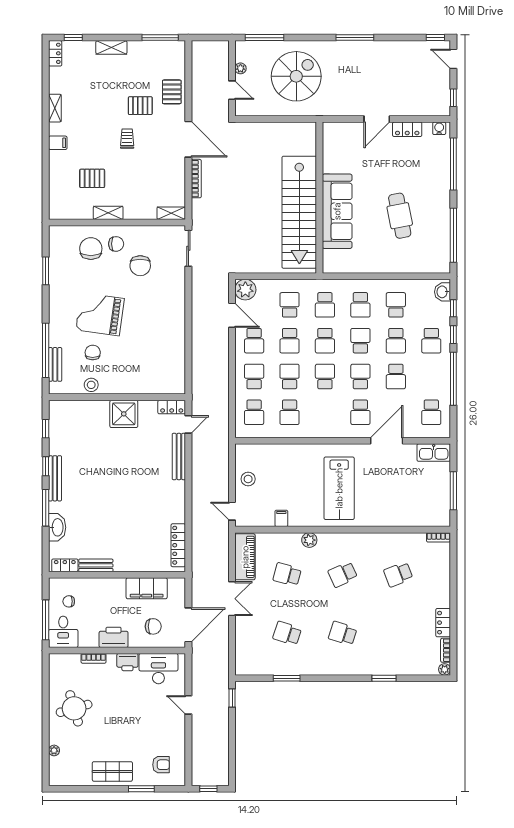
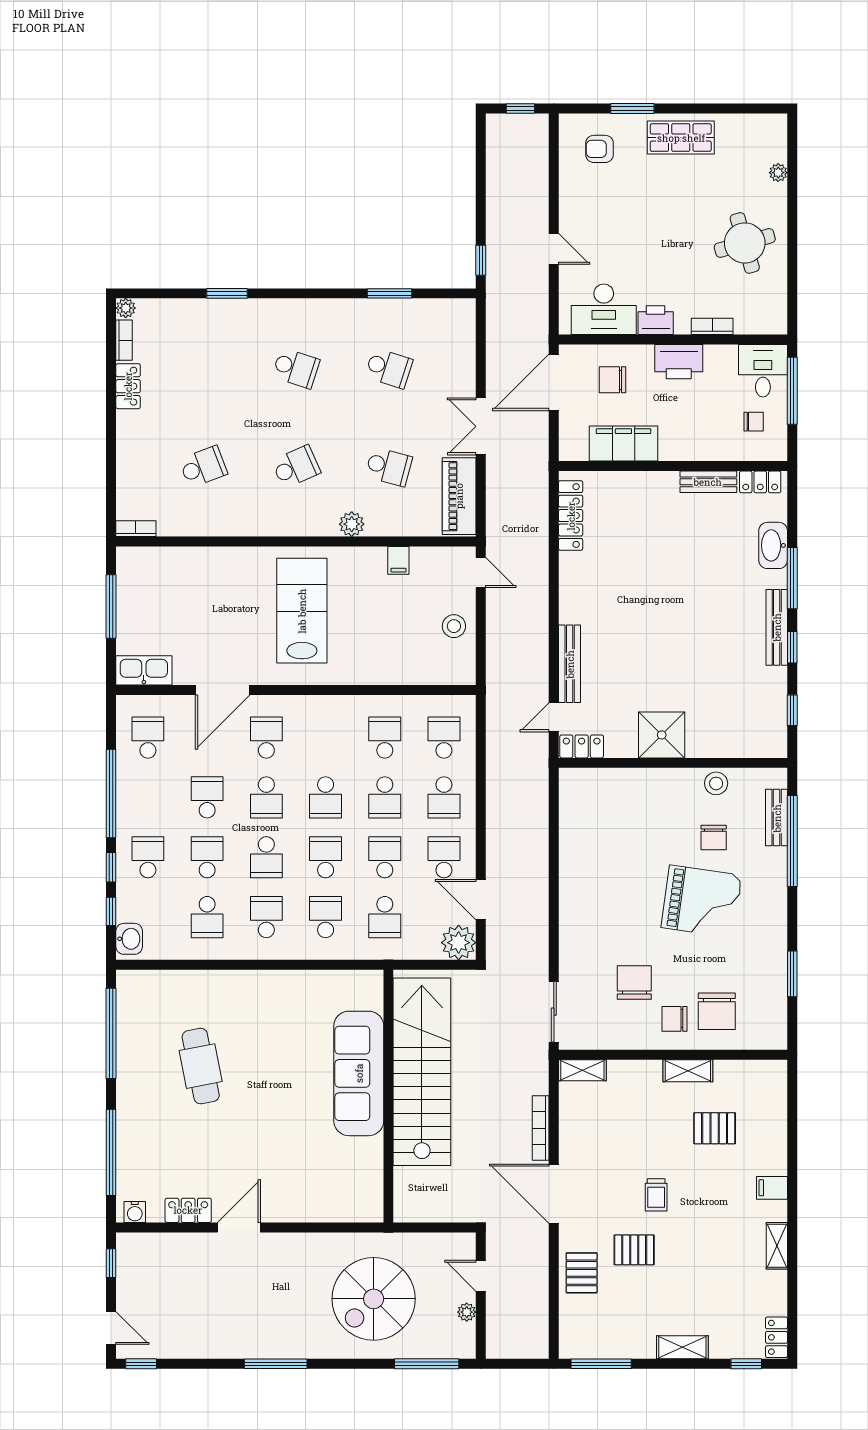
wall: (319, 198) -> (388, 1096), moved
sofa: (337, 211) -> (359, 1073), moved
stairs: (299, 212) -> (422, 1072), moved

